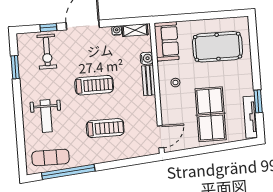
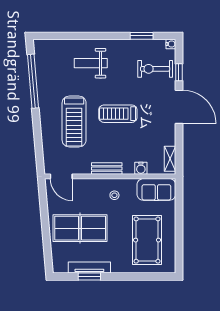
water cooler: (117, 31) -> (171, 44), moved
bench: (149, 80) -> (107, 169), moved
treadmill: (94, 85) -> (118, 114), turned 90
tv unit: (250, 117) -> (89, 268), moved
treadmill: (105, 128) -> (74, 122), width x1.37, depth x1.38
exercise mat: (50, 157) -> (49, 65), removed

